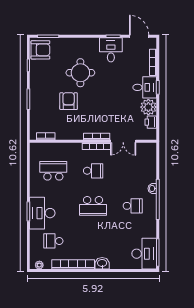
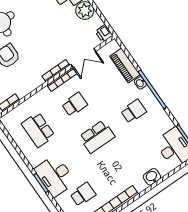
printer: (151, 122) -> (104, 33), moved
piano: (150, 168) -> (125, 65), added
school desk: (53, 171) -> (38, 130), turned -90
school desk: (53, 241) -> (83, 194), turned 180
washbasin: (102, 263) -> (152, 177), moved

